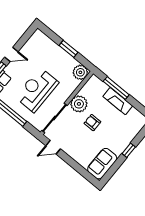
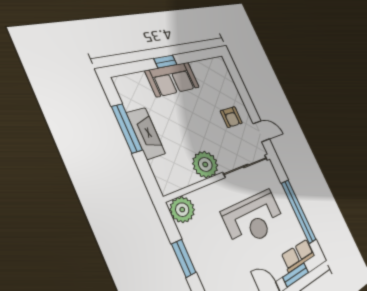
window: (116, 88) -> (127, 128), moved
armchair: (92, 123) -> (231, 117), moved
sofa: (102, 164) -> (173, 79), moved

